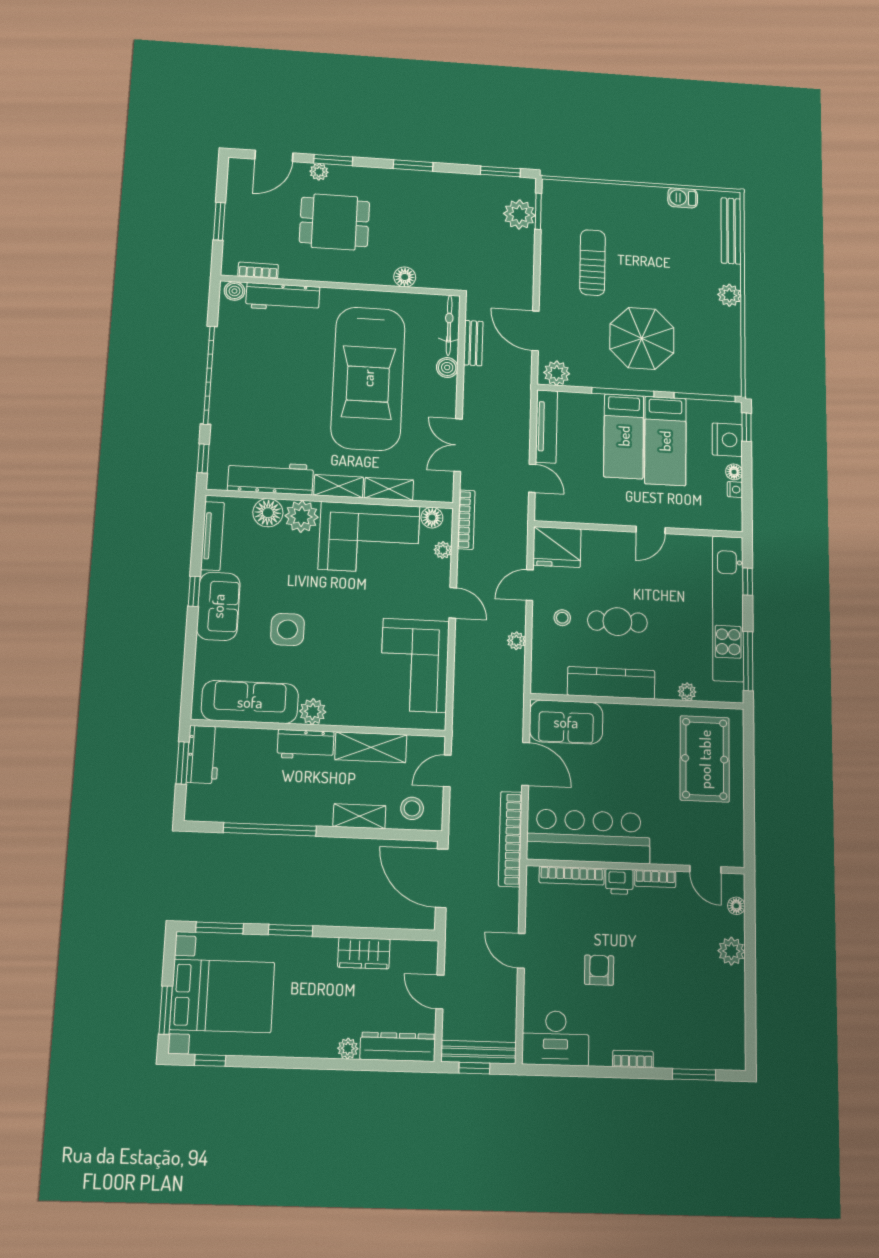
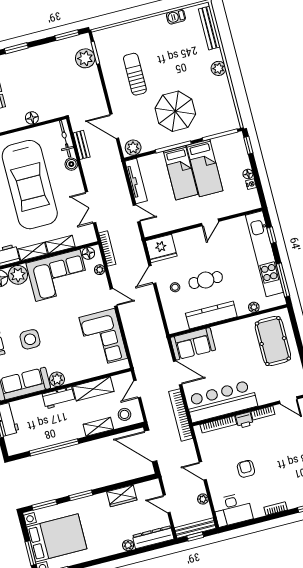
nightstand: (727, 440) -> (239, 156), removed
plant: (516, 641) -> (203, 499), moved

